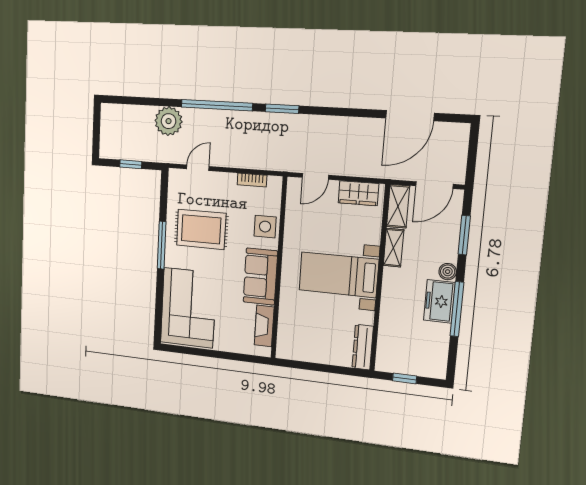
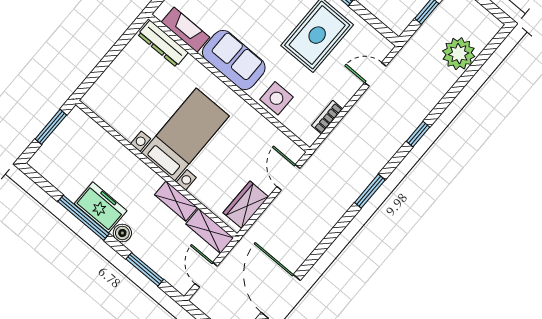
window: (217, 105) -> (418, 134), width x0.32
plant: (169, 121) -> (459, 54), moved
door: (198, 168) -> (375, 74), swing flipped
door: (434, 185) -> (206, 275), width x0.73
dresser: (363, 347) -> (163, 43), moved, turned 180
window: (405, 378) -> (51, 127), width x1.50

